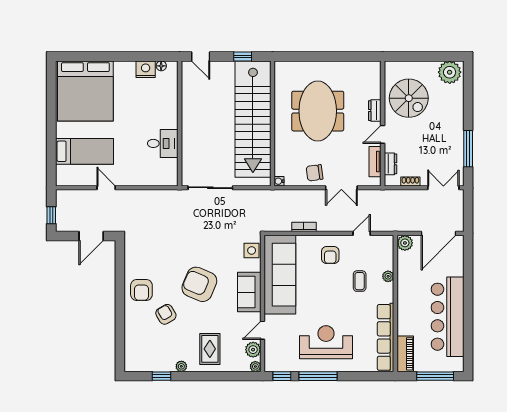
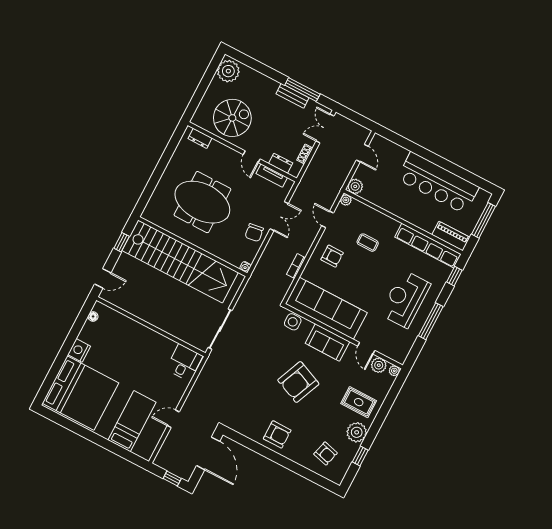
nightstand: (146, 69) -> (79, 350), moved
dresser: (375, 111) -> (200, 138), moved
bench: (458, 142) -> (292, 96), added
desk: (163, 143) -> (184, 363), moved
door: (439, 233) -> (362, 153), width x0.53
door: (91, 236) -> (208, 453), width x1.36
plant: (388, 276) -> (346, 200), moved
armchair: (166, 314) -> (326, 453), moved, turned -134
plant: (181, 366) -> (357, 432), width x1.88, depth x1.88
window: (282, 376) -> (454, 276), moved

